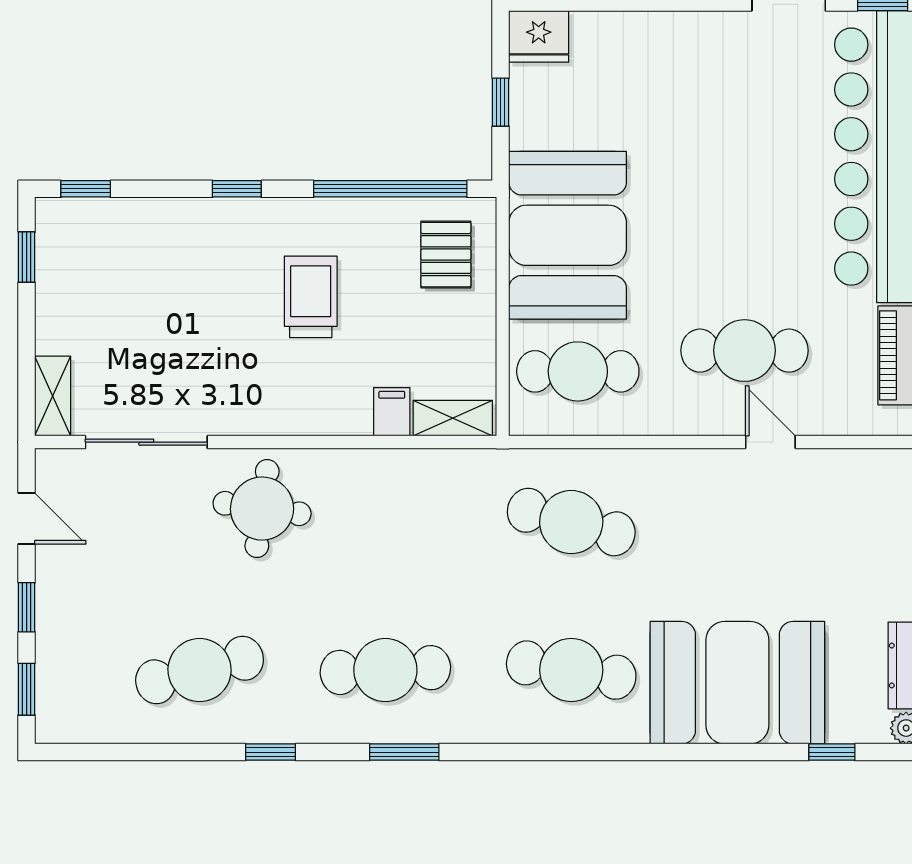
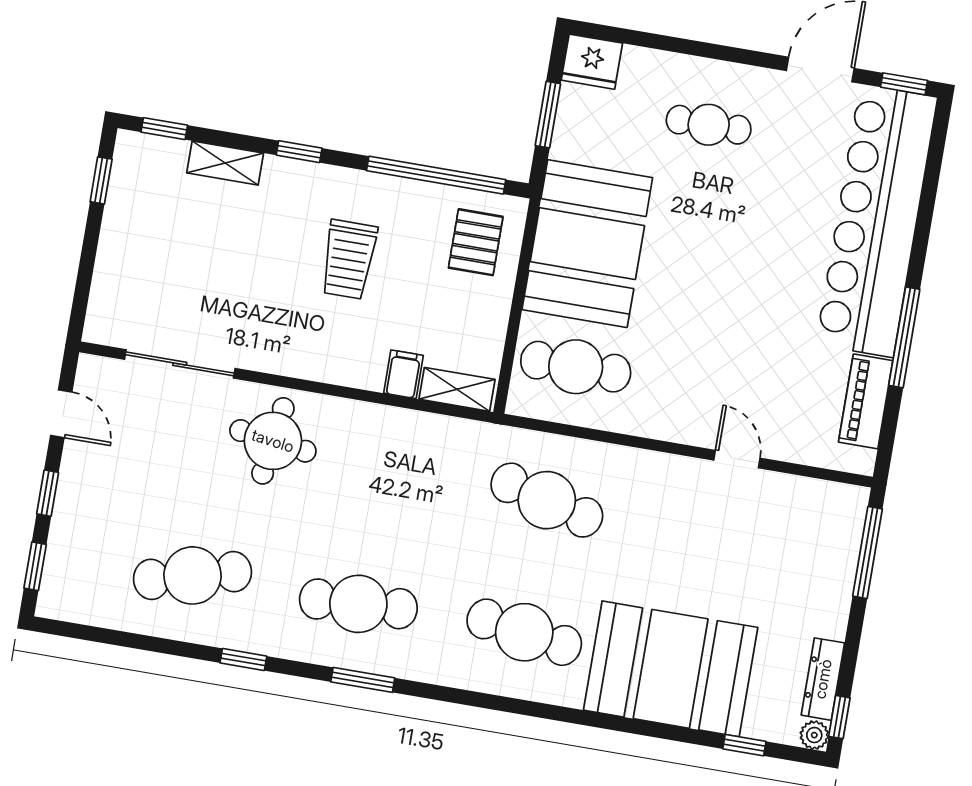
window: (501, 102) -> (548, 115), width x1.50
trolley: (311, 297) -> (349, 259), turned 180
cafe table: (744, 351) -> (709, 125), moved, width x0.73, depth x0.74
shelving: (53, 396) -> (225, 163), moved, turned 90

